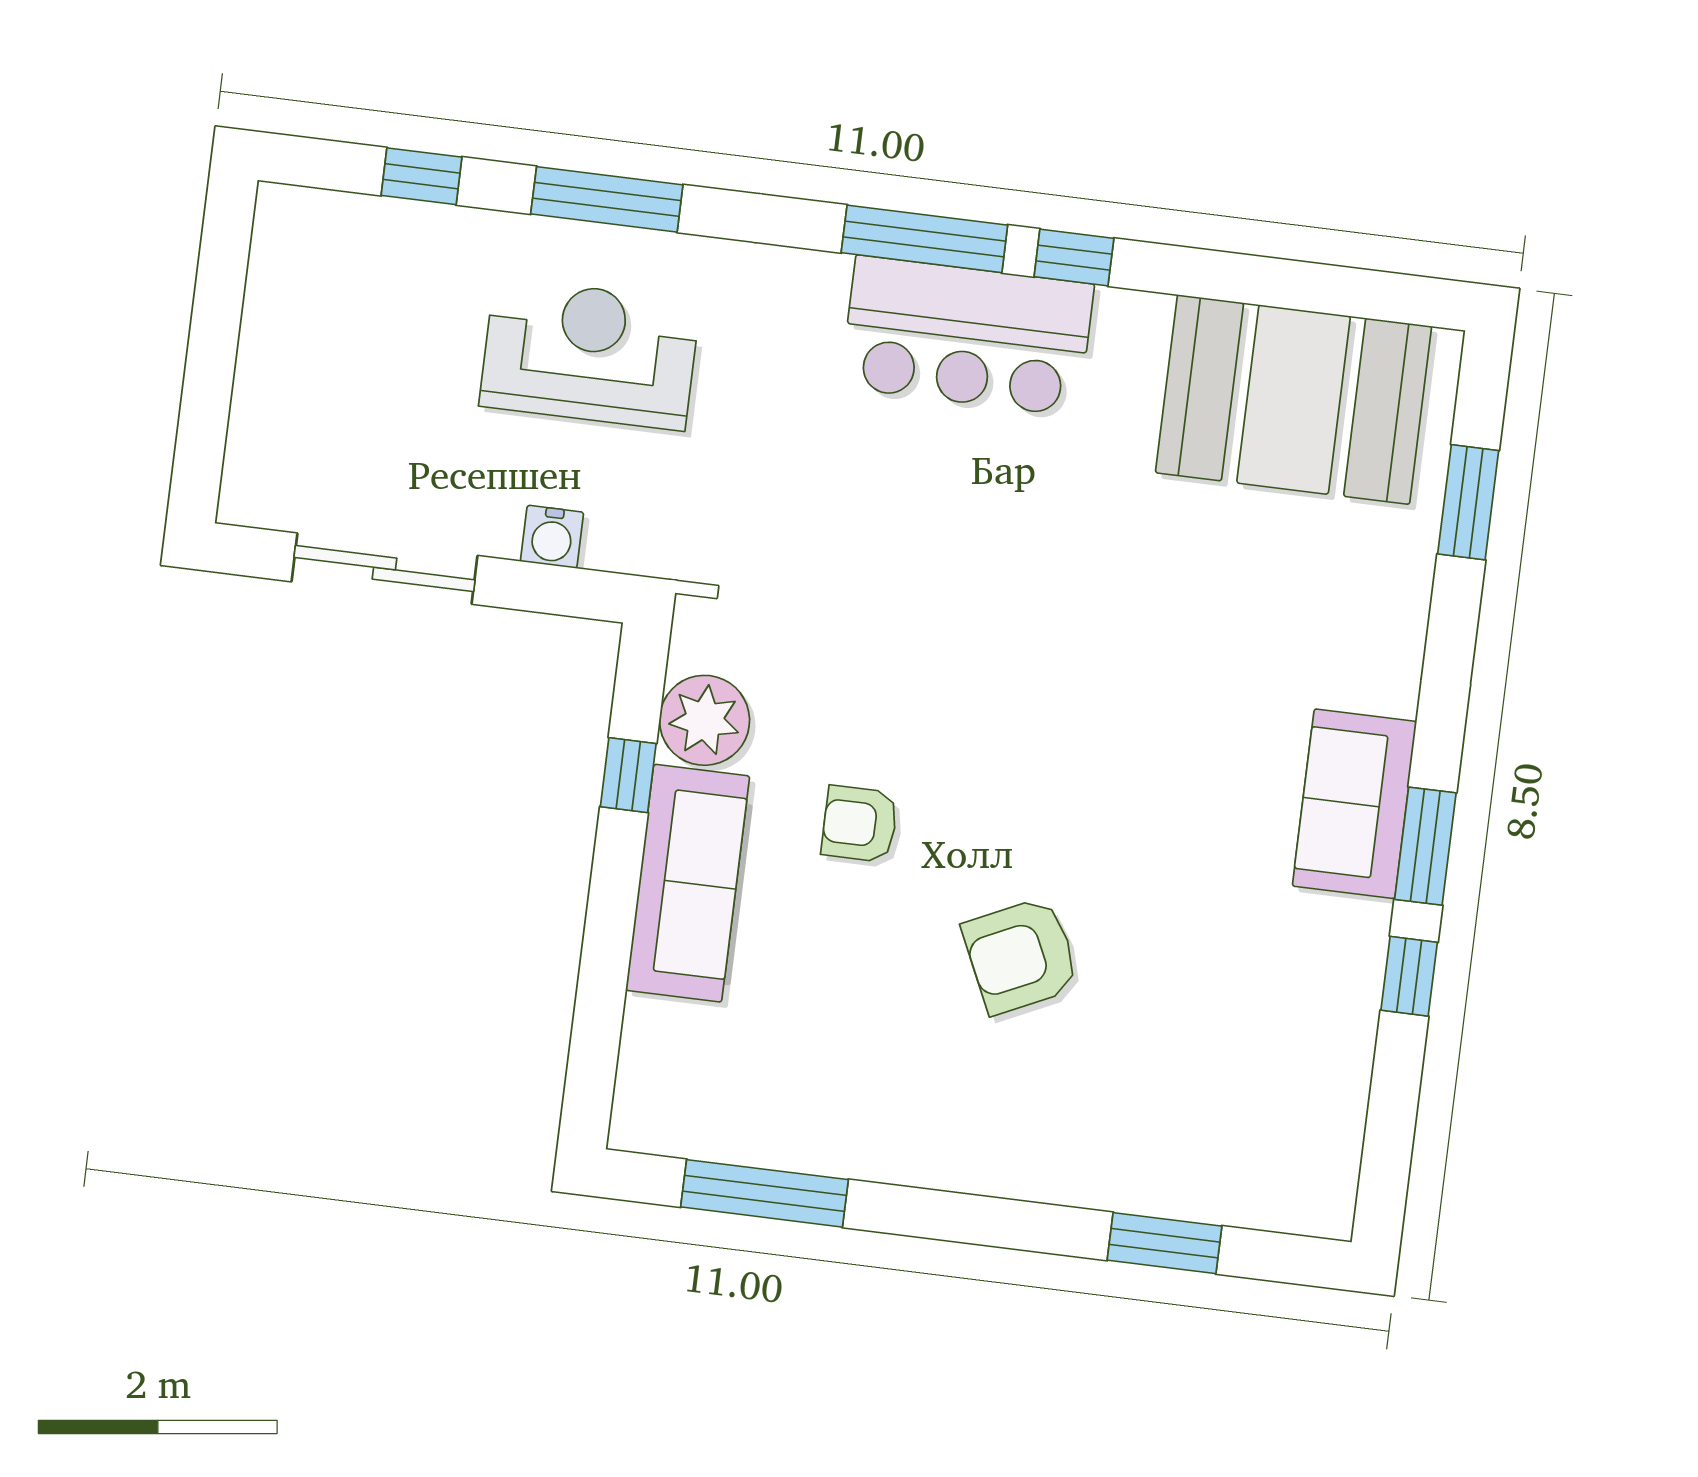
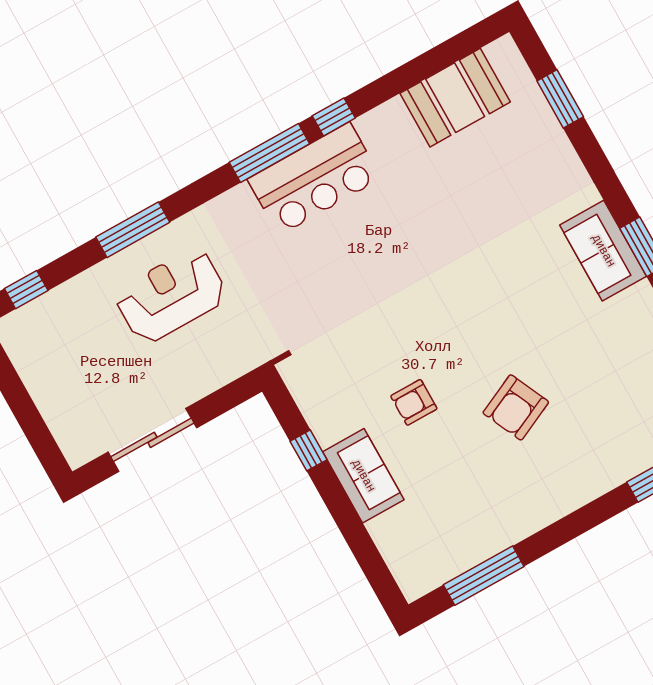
window: (422, 176) -> (26, 290), moved
booth: (1294, 399) -> (455, 98), width x0.73, depth x0.70
water cooler: (552, 537) -> (209, 379), removed
plant: (705, 720) -> (323, 407), removed
sofa: (688, 883) -> (363, 476), width x0.73

